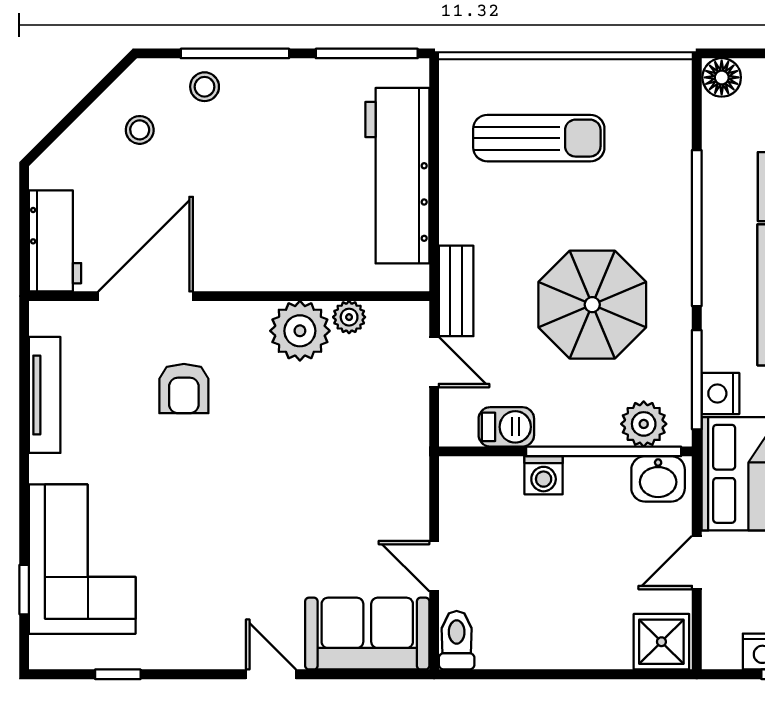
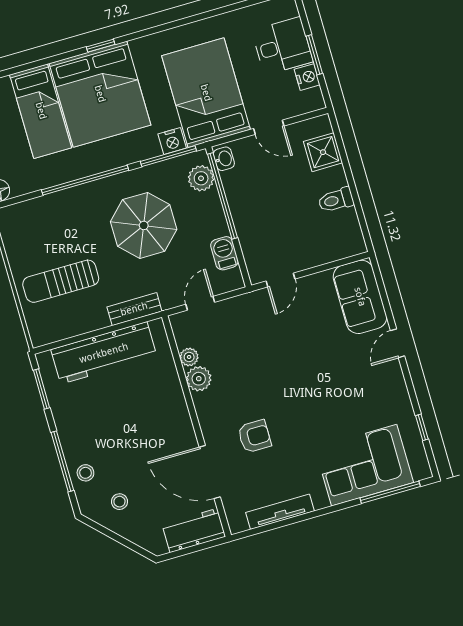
window: (367, 53) -> (41, 389), width x0.69
sun lounger: (539, 138) -> (61, 281), turned -90
bench: (456, 291) -> (134, 309), moved
plant: (300, 331) -> (199, 379), width x0.73, depth x0.73
washing machine: (544, 475) -> (245, 225), removed
washbasin: (658, 479) -> (224, 159), width x0.72, depth x0.69
door: (434, 566) -> (281, 280), moved
window: (24, 590) -> (390, 492), width x2.17
toilet: (457, 640) -> (336, 200), moved
shower: (661, 642) -> (323, 152), moved

